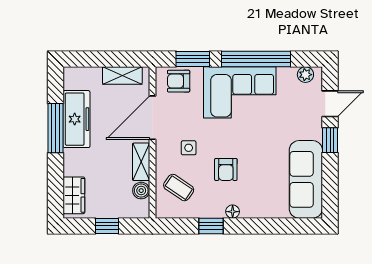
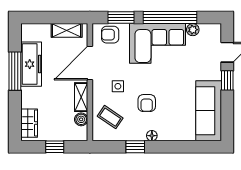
plant: (305, 75) -> (193, 30), moved

